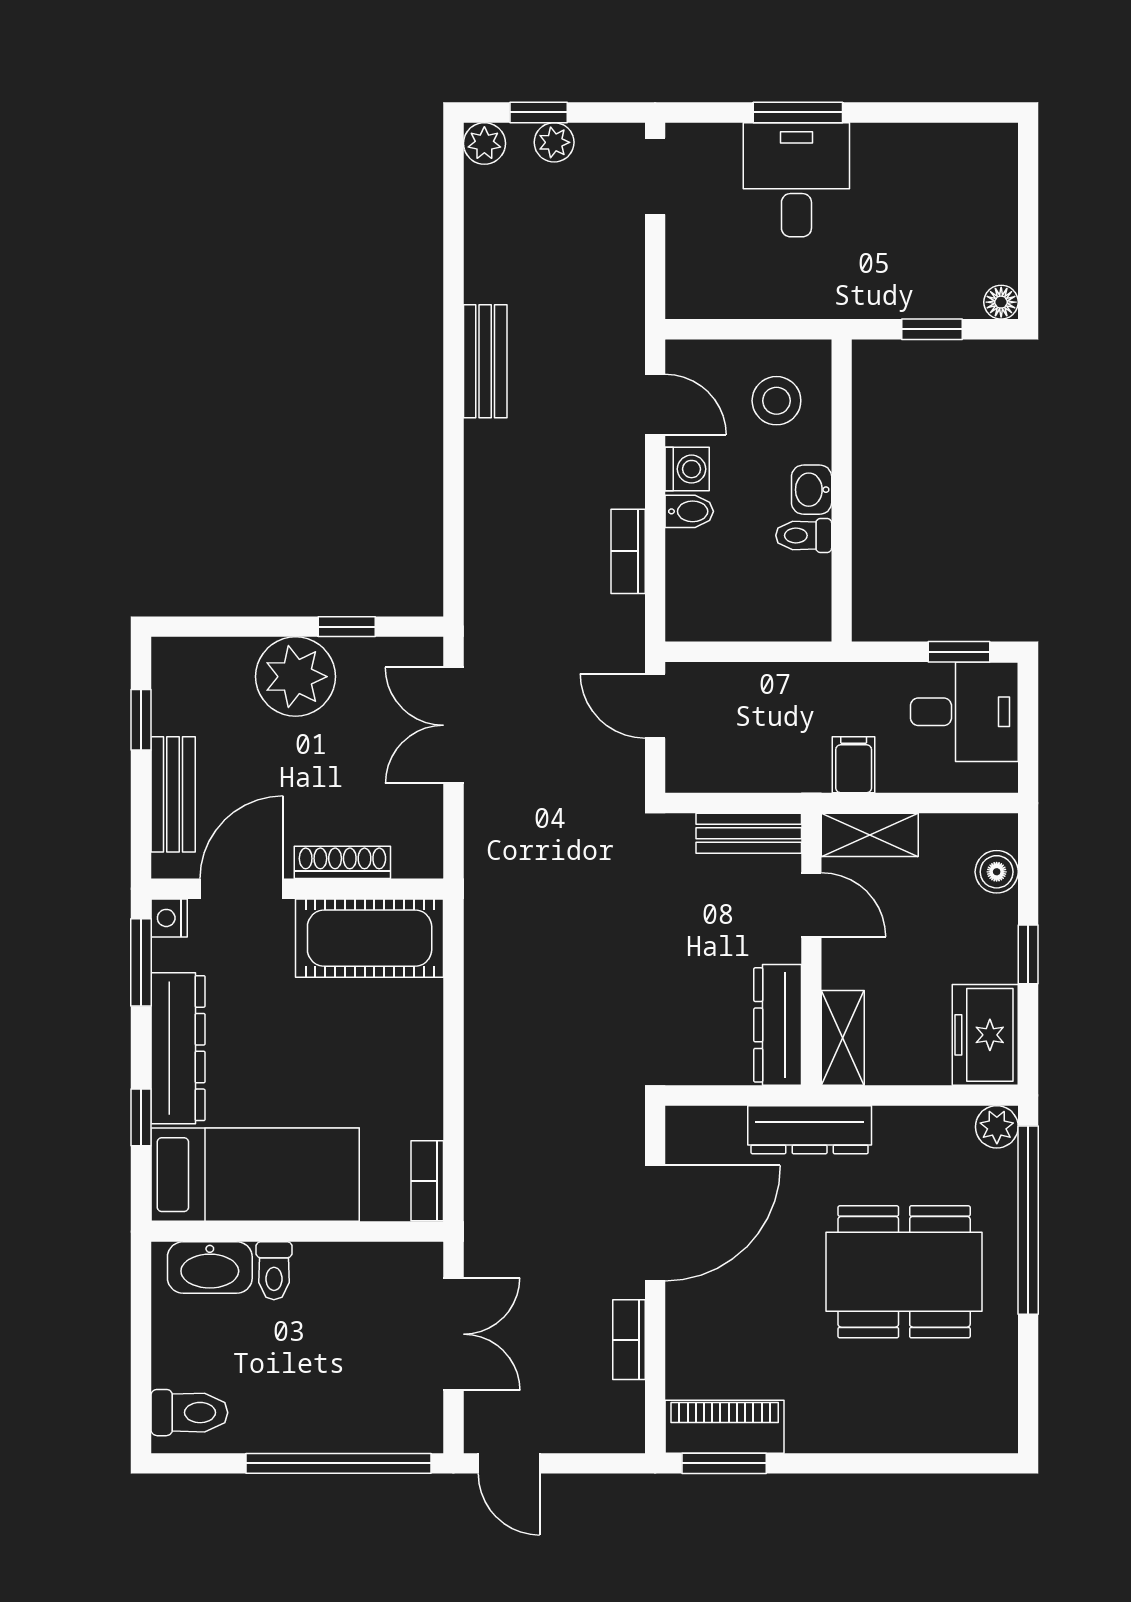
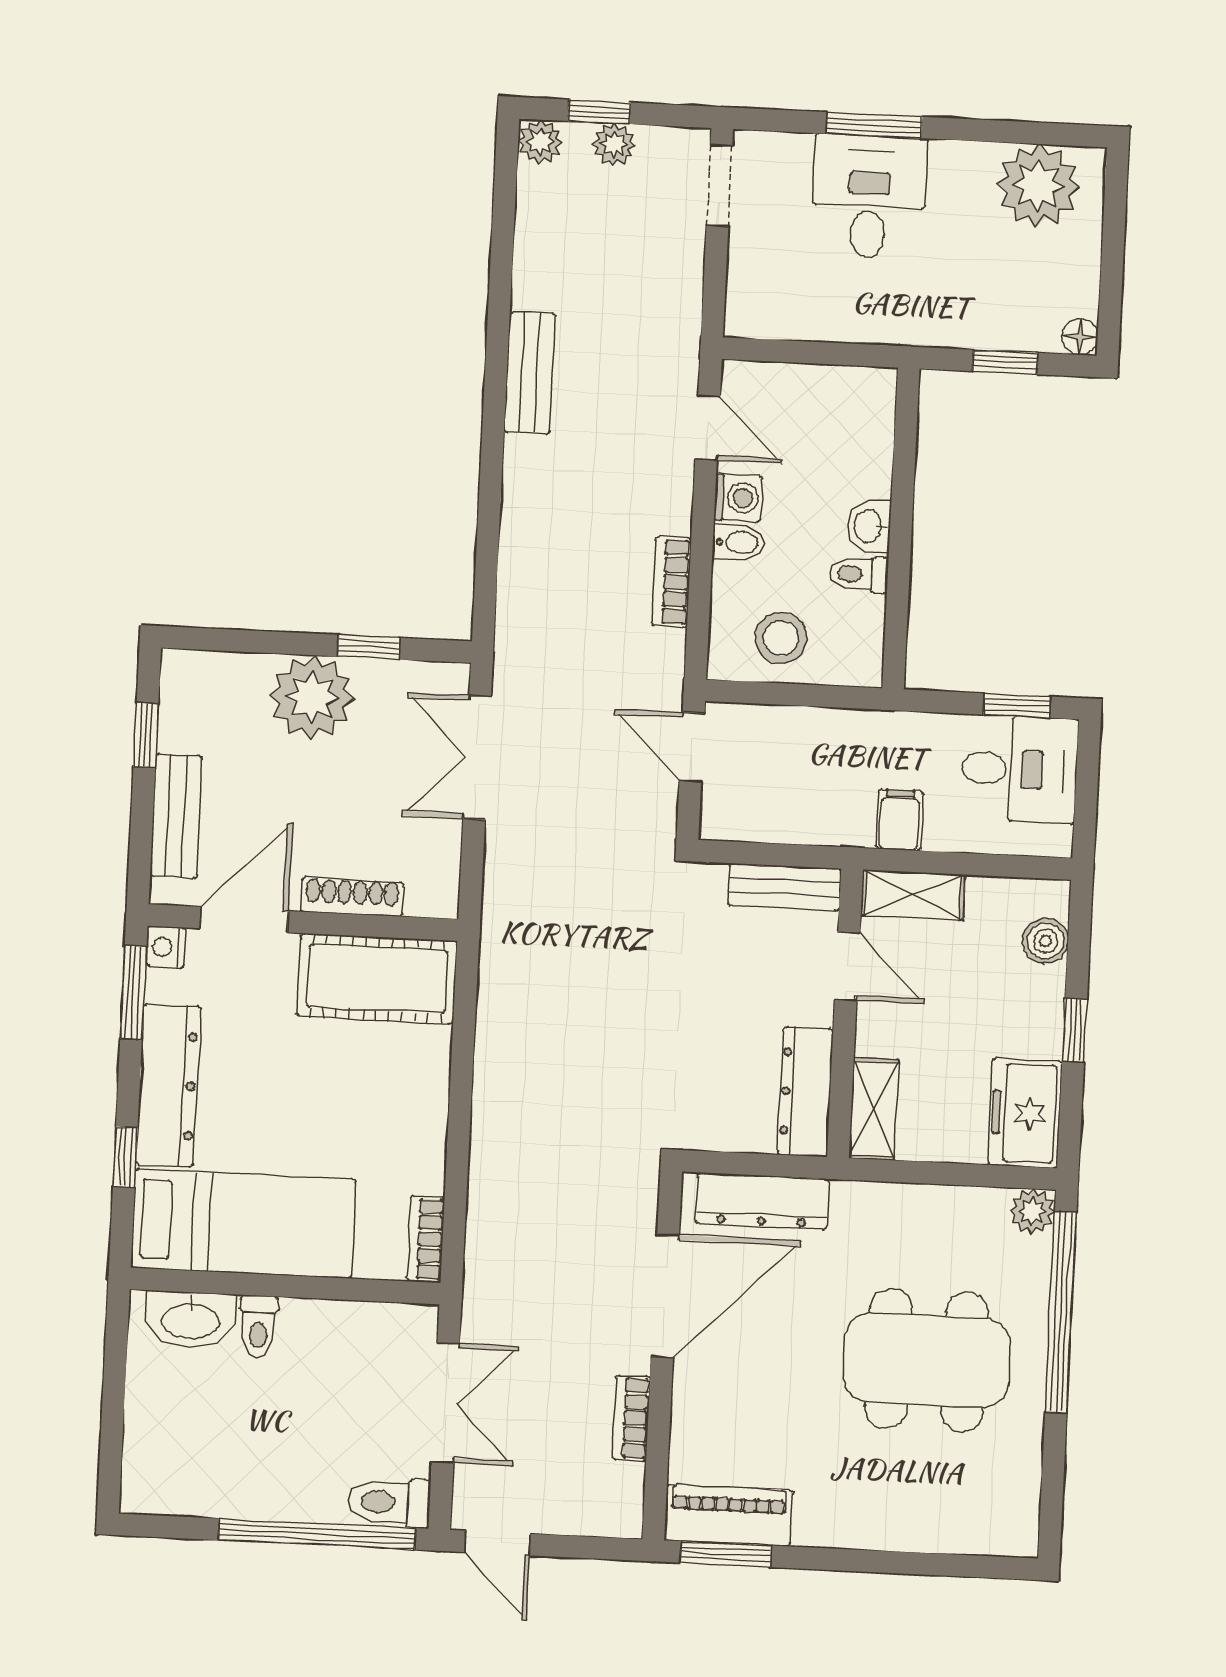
plant: (955, 162) -> (1038, 186), added
stool: (776, 401) -> (781, 638), moved
dresser: (810, 1130) -> (762, 1201), moved
toilet: (189, 1413) -> (389, 1502), moved, turned 180

